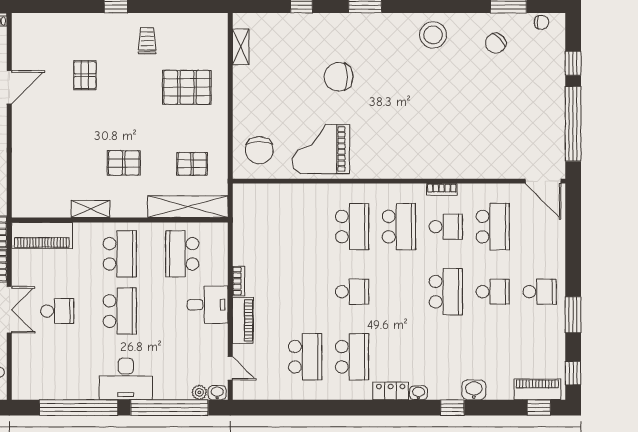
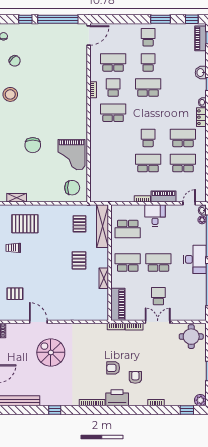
pallet: (85, 75) -> (15, 294), moved
pallet: (187, 87) -> (25, 224), moved, turned 90
school desk: (352, 227) -> (148, 163), moved

